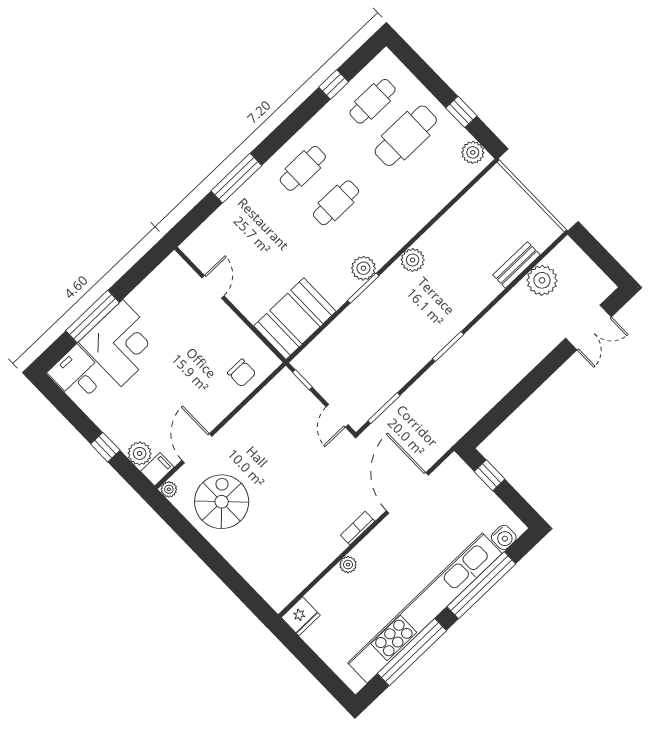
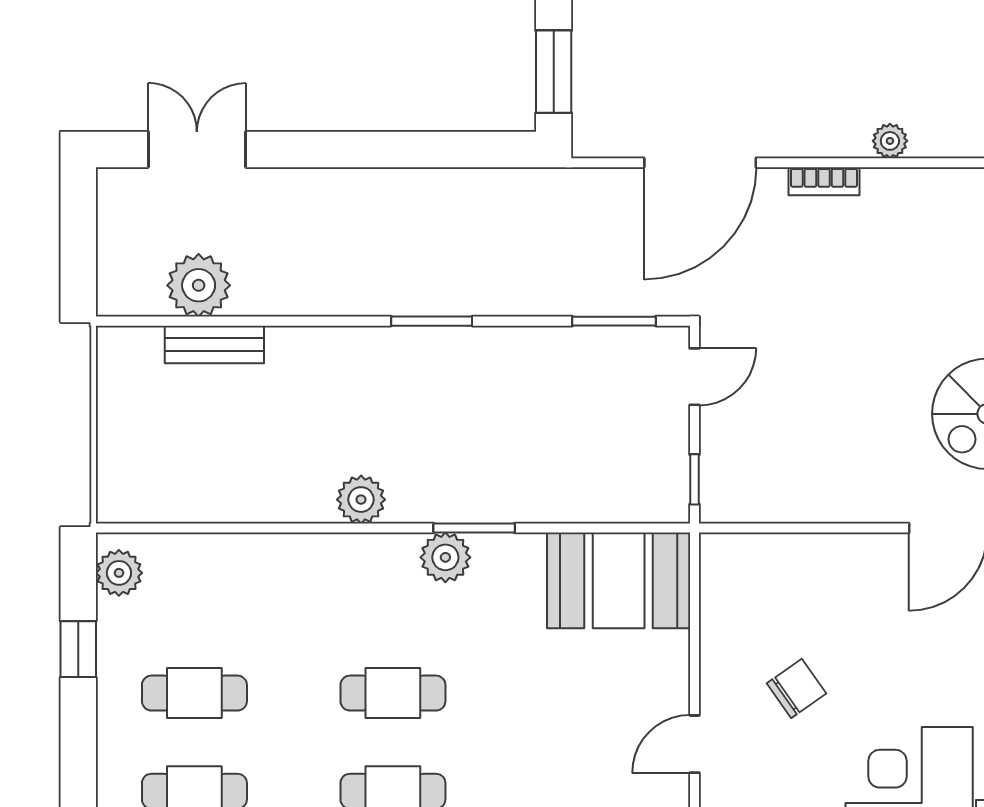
cafe table: (406, 136) -> (194, 693), width x0.73, depth x0.74
chair: (242, 373) -> (796, 688), moved, turned 55
window: (490, 475) -> (554, 72), width x1.50

